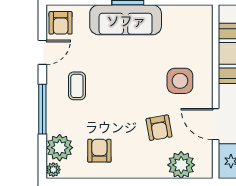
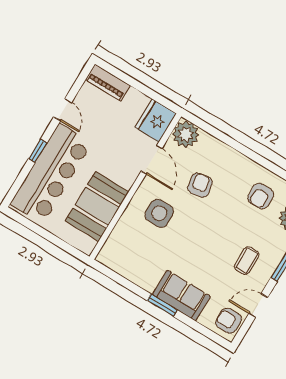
sofa: (126, 20) -> (181, 295), width x0.73
armchair: (61, 23) -> (229, 321), turned -90
plant: (181, 165) -> (186, 134), moved

